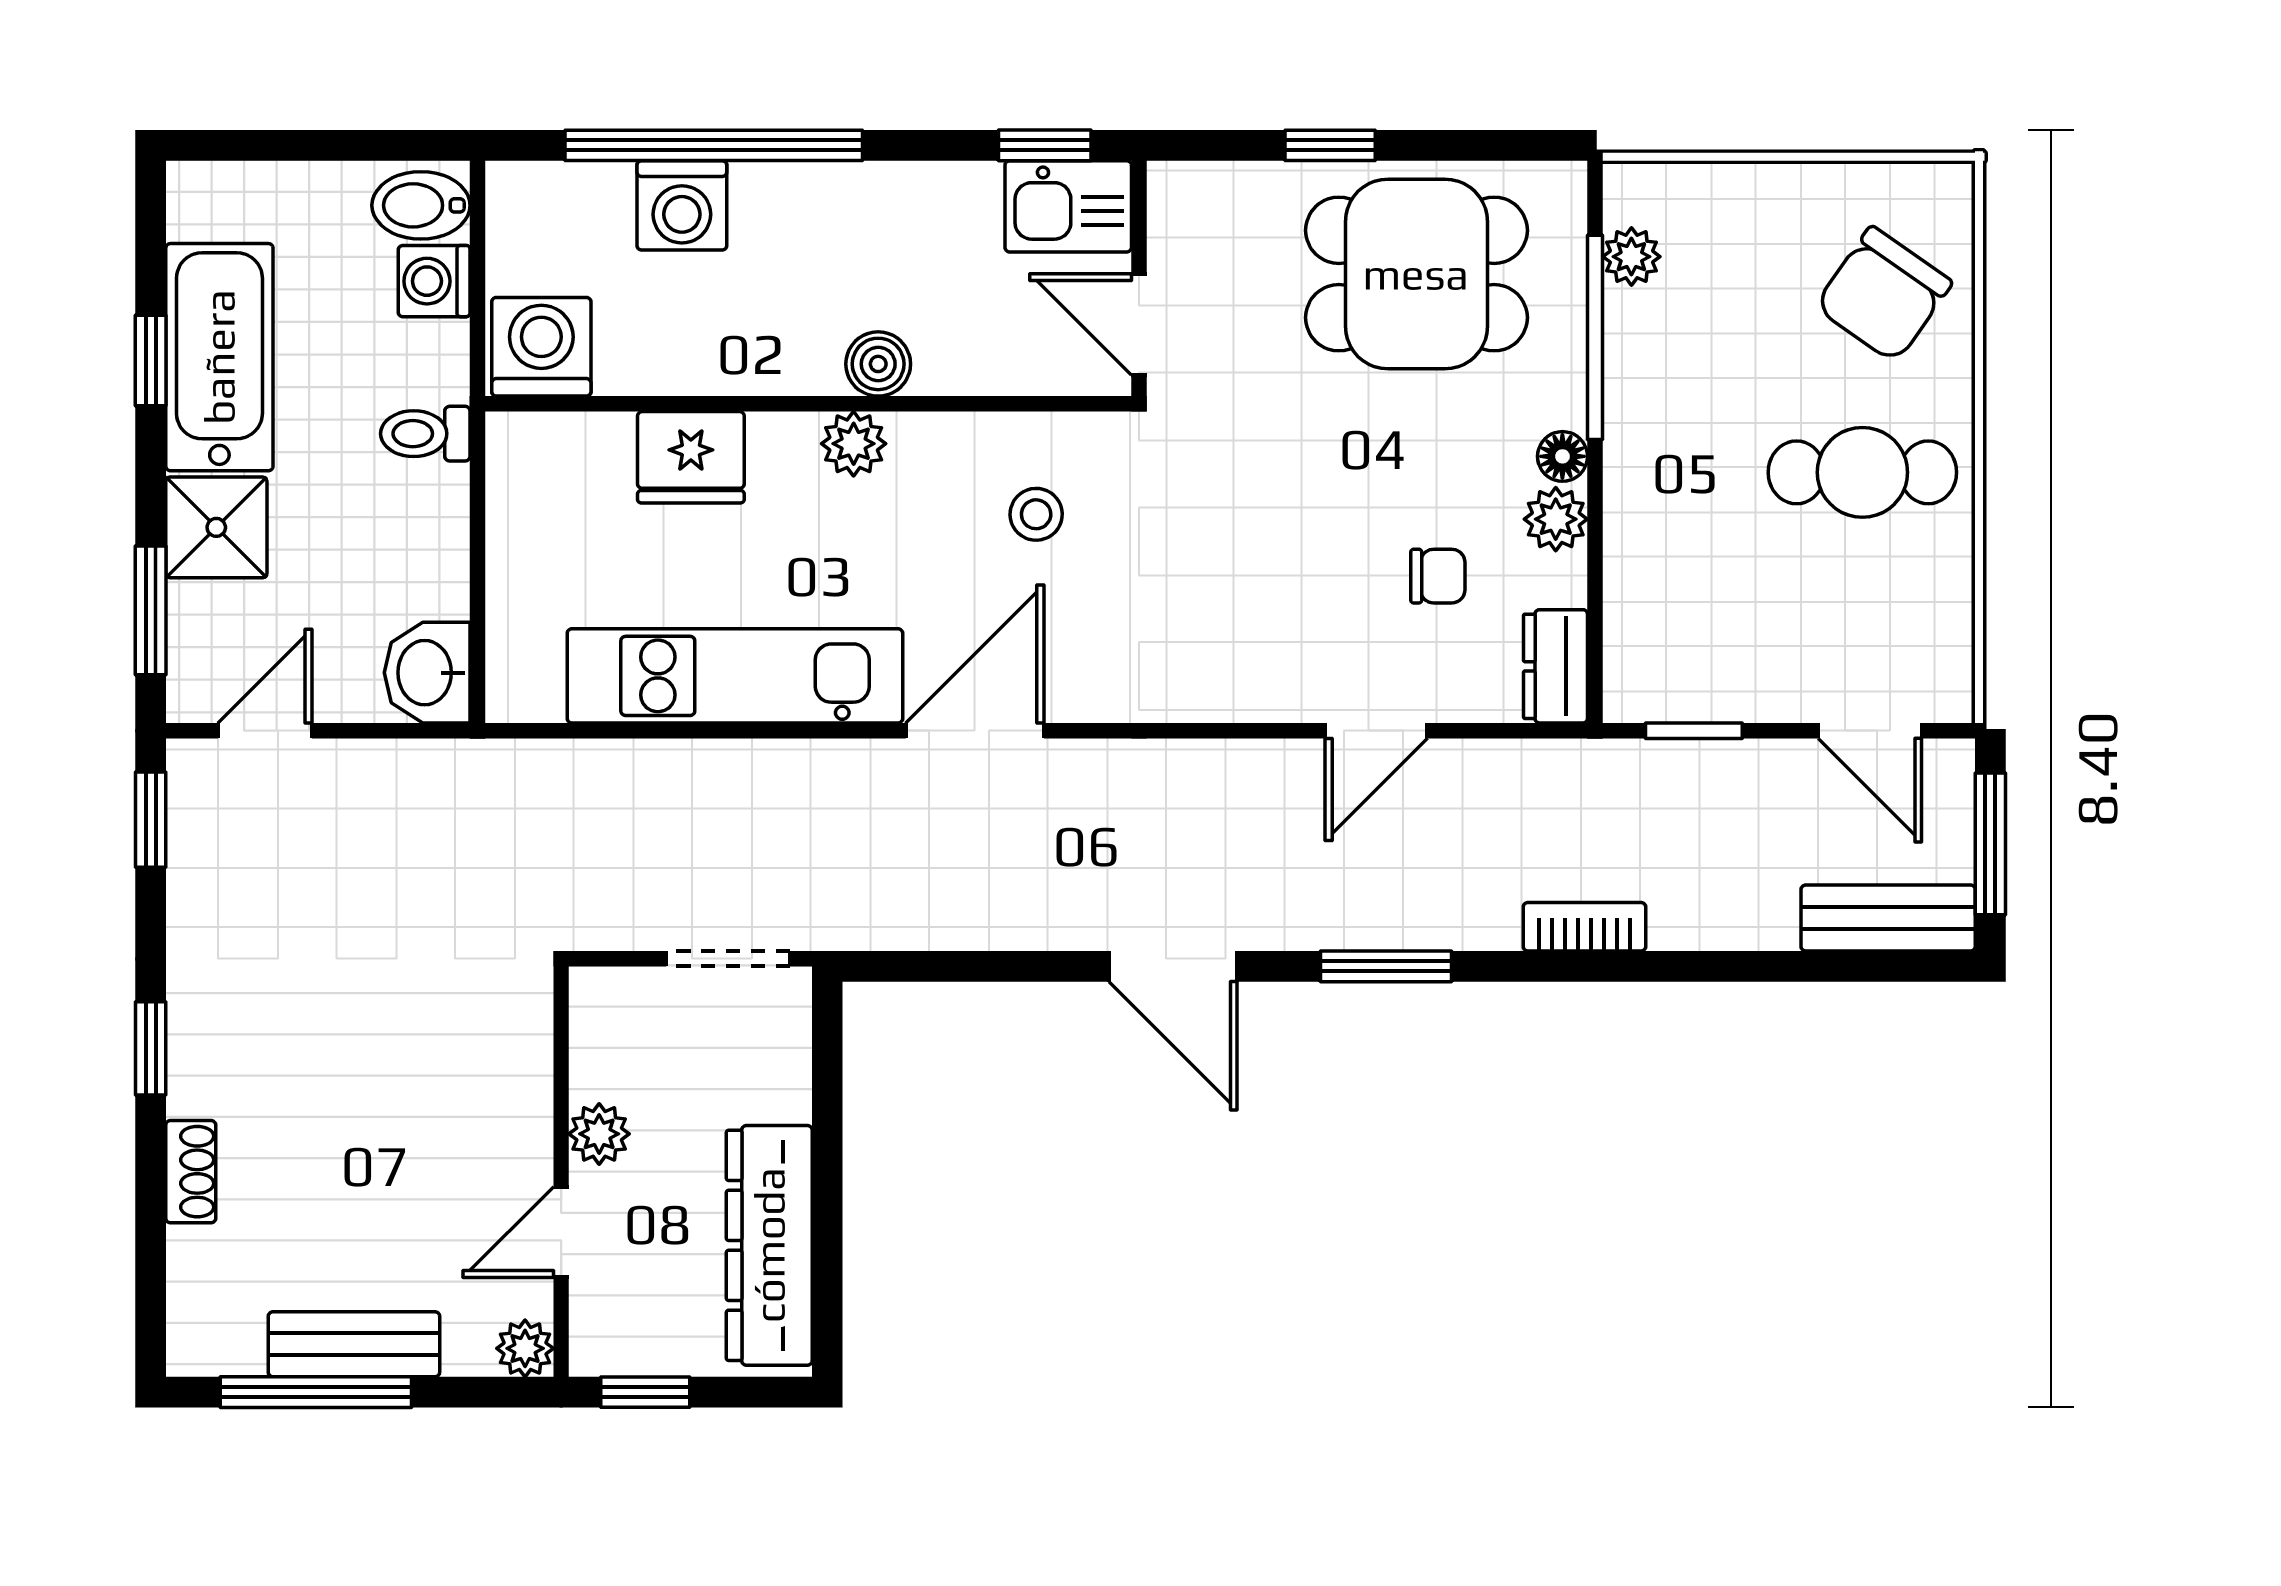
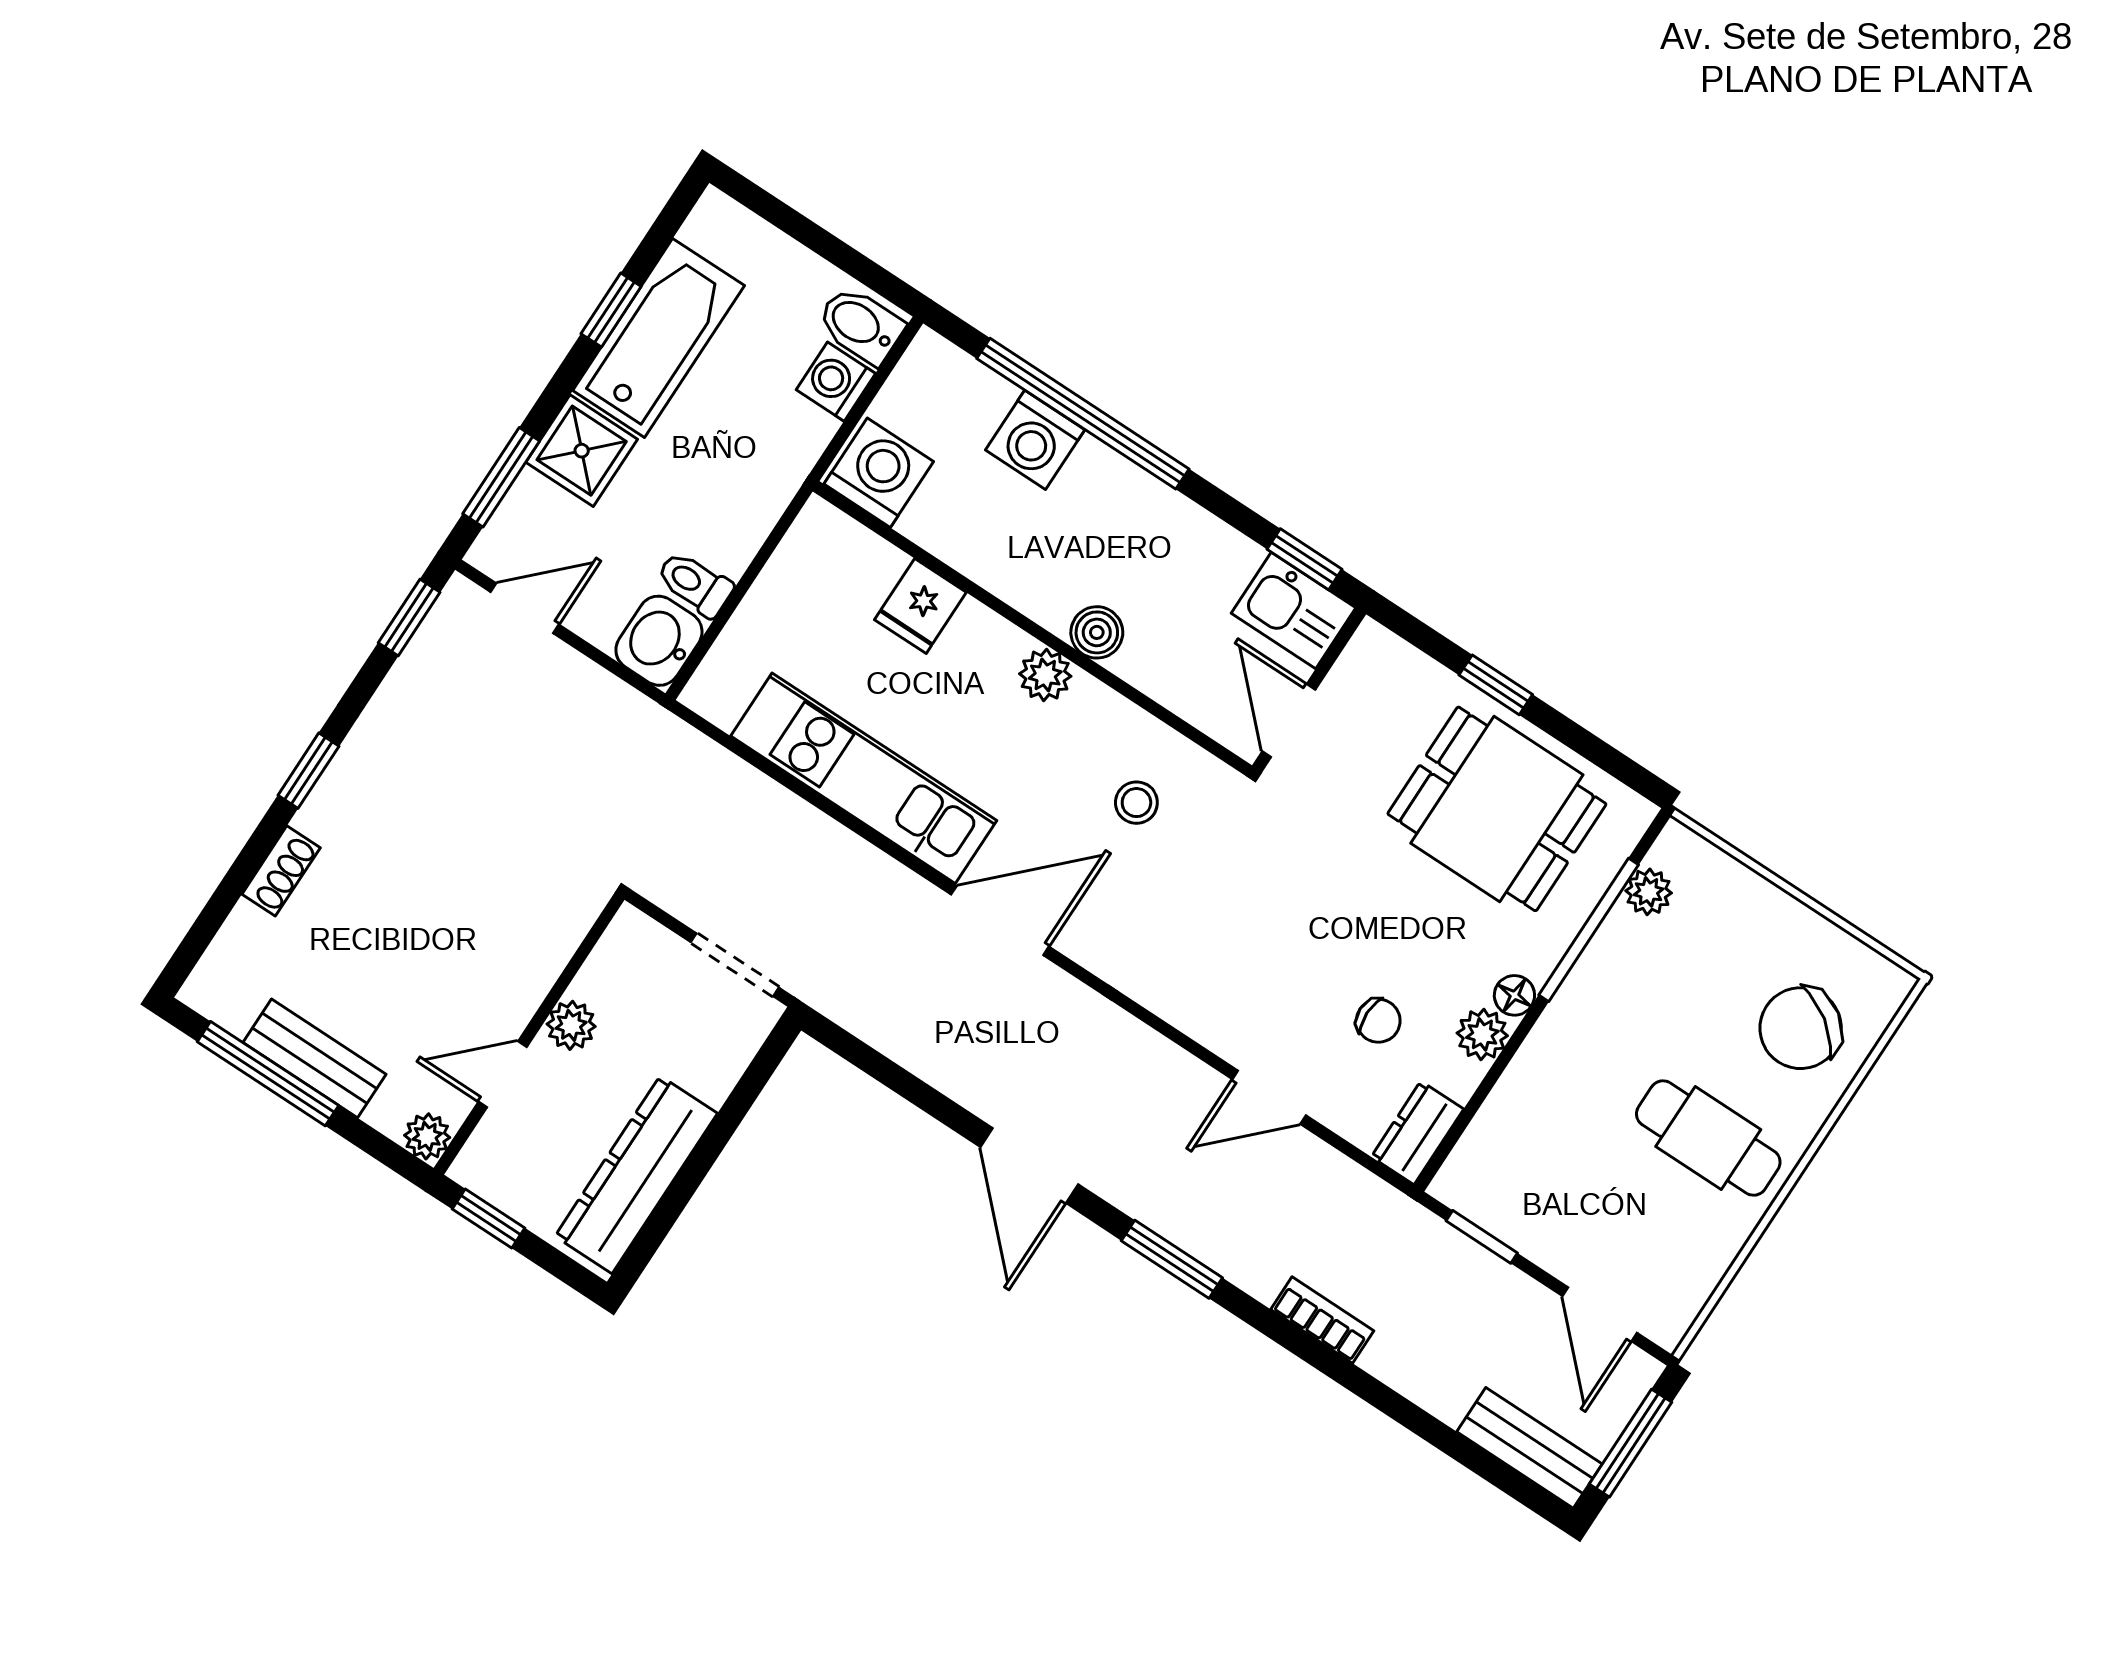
toilet: (425, 434) -> (695, 584), moved
fridge: (691, 457) -> (920, 606), width x0.72

